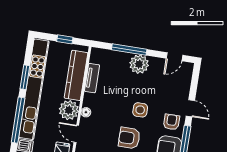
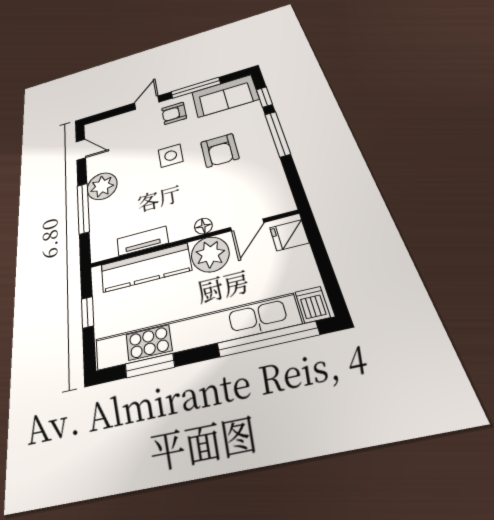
window: (25, 77) -> (150, 366), moved

